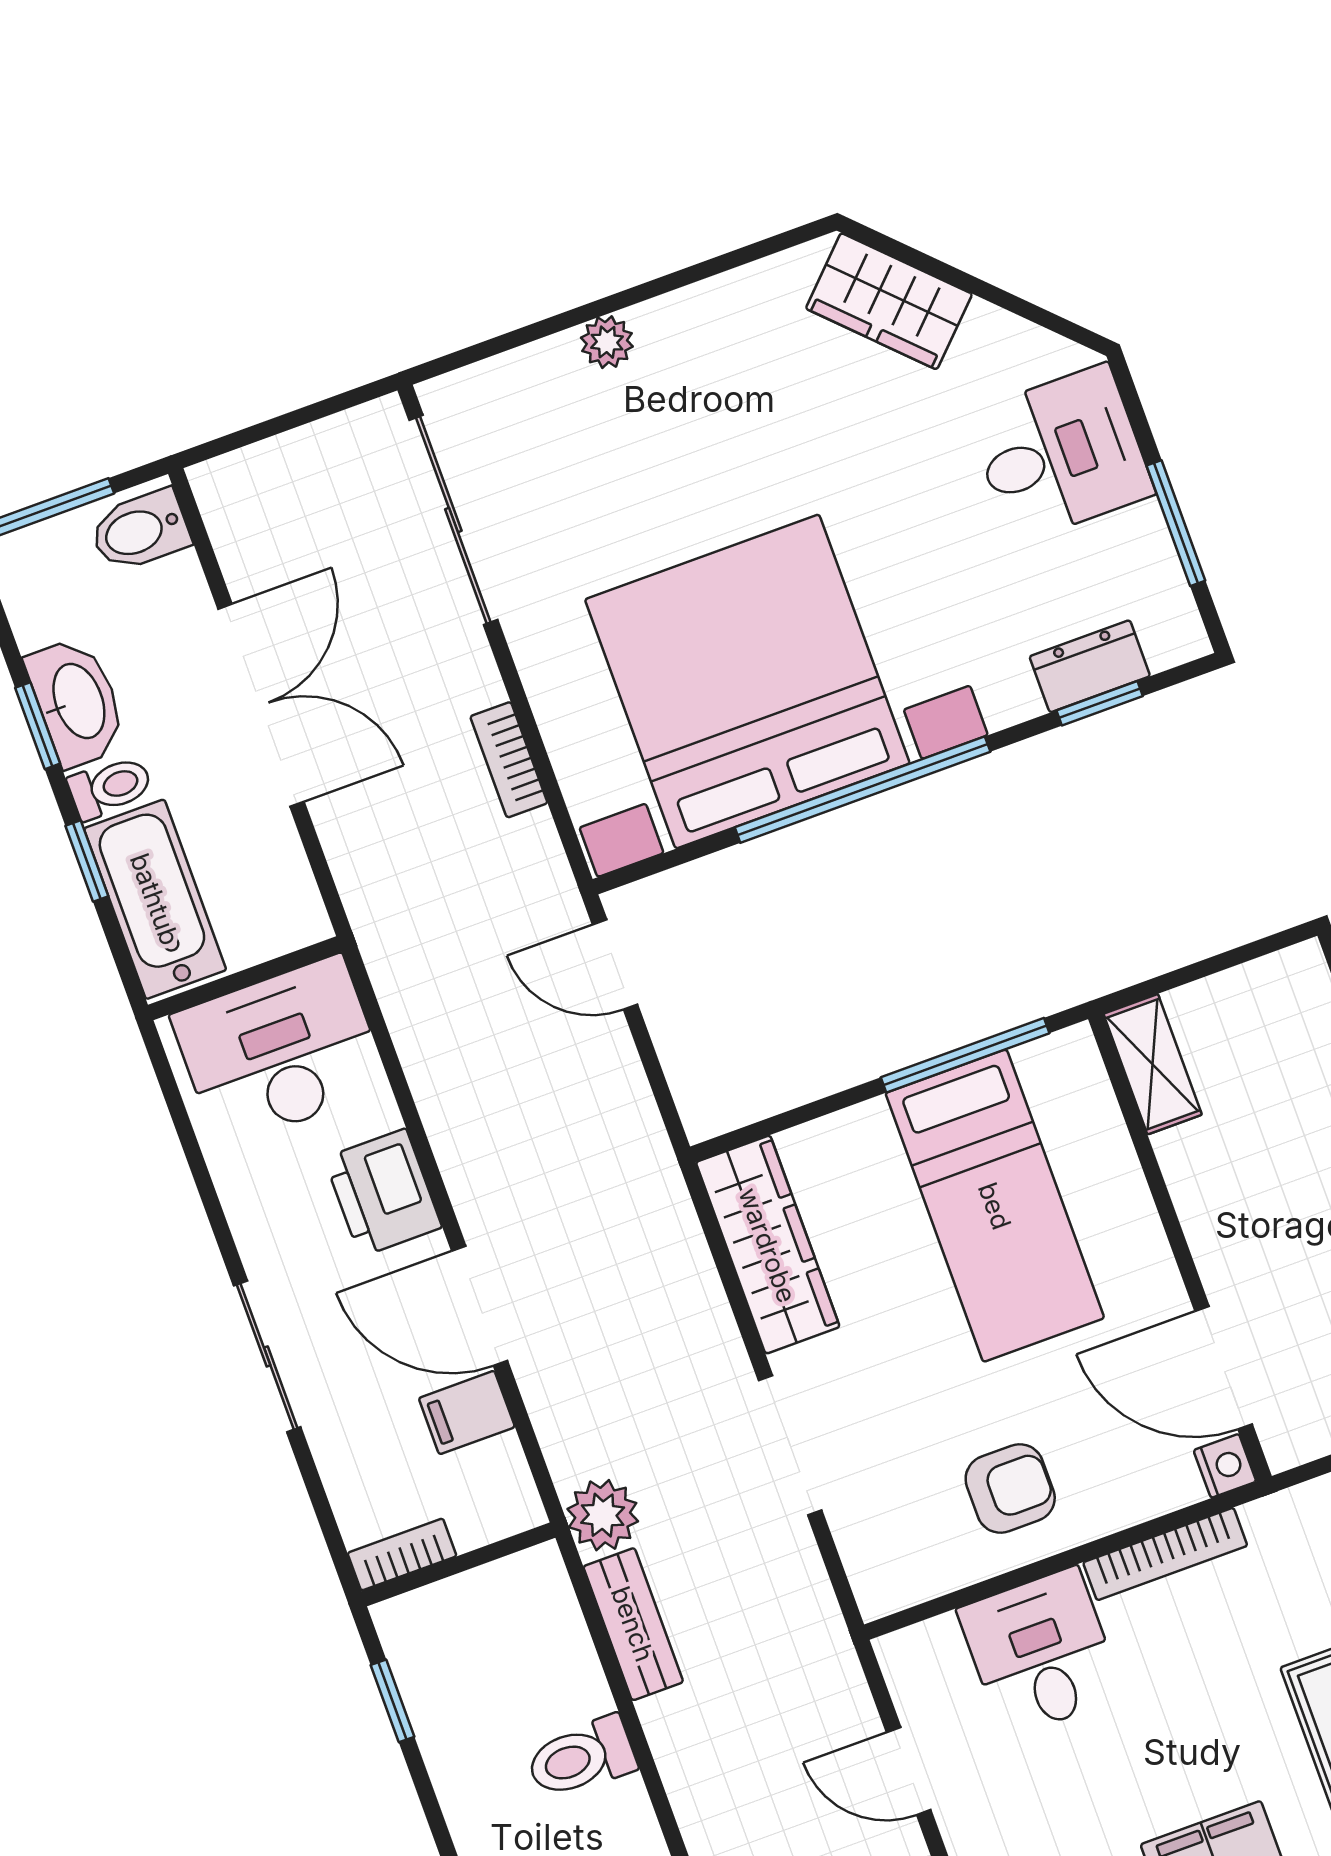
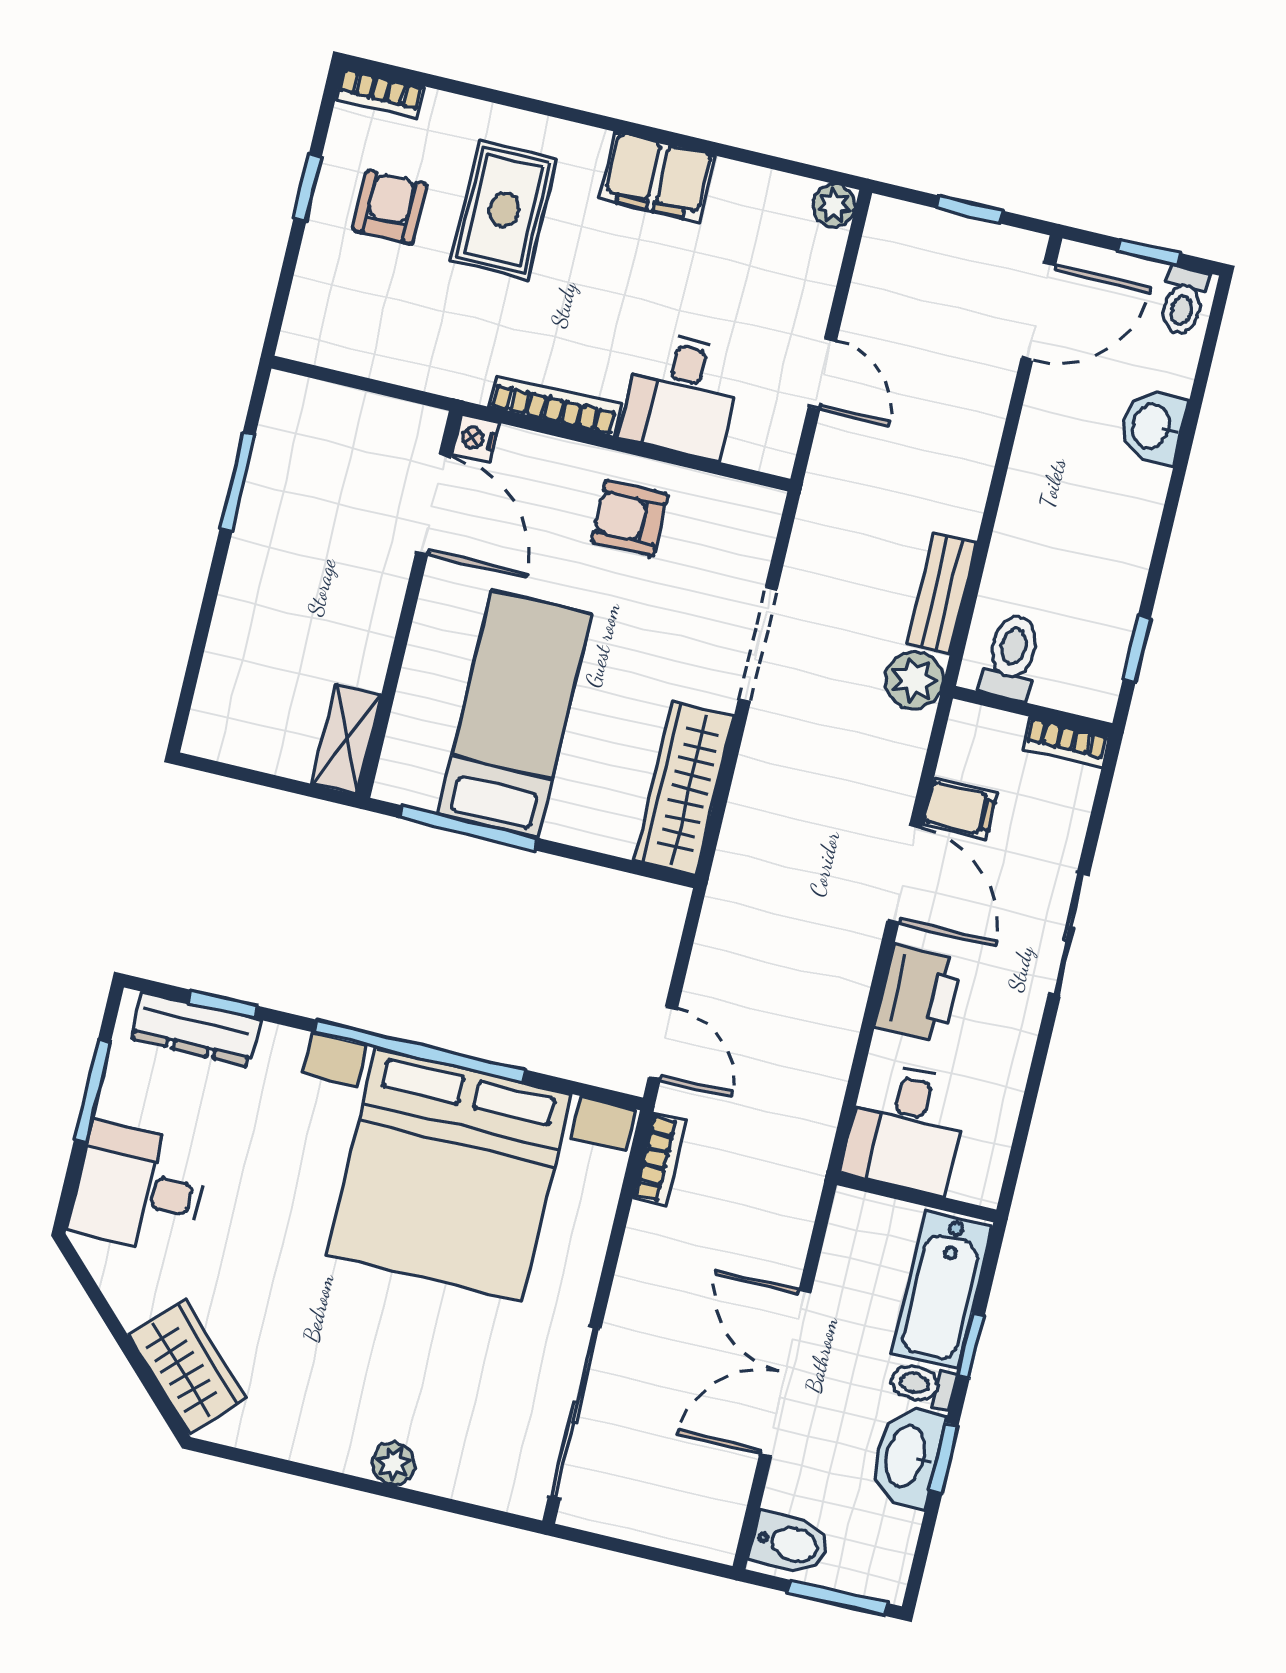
dresser: (1090, 666) -> (195, 1029), width x1.44
bookcase: (509, 760) -> (660, 1159), moved
desk: (280, 1051) -> (906, 1128), width x0.73
toilet: (581, 1758) -> (1011, 657), moved, turned -90

